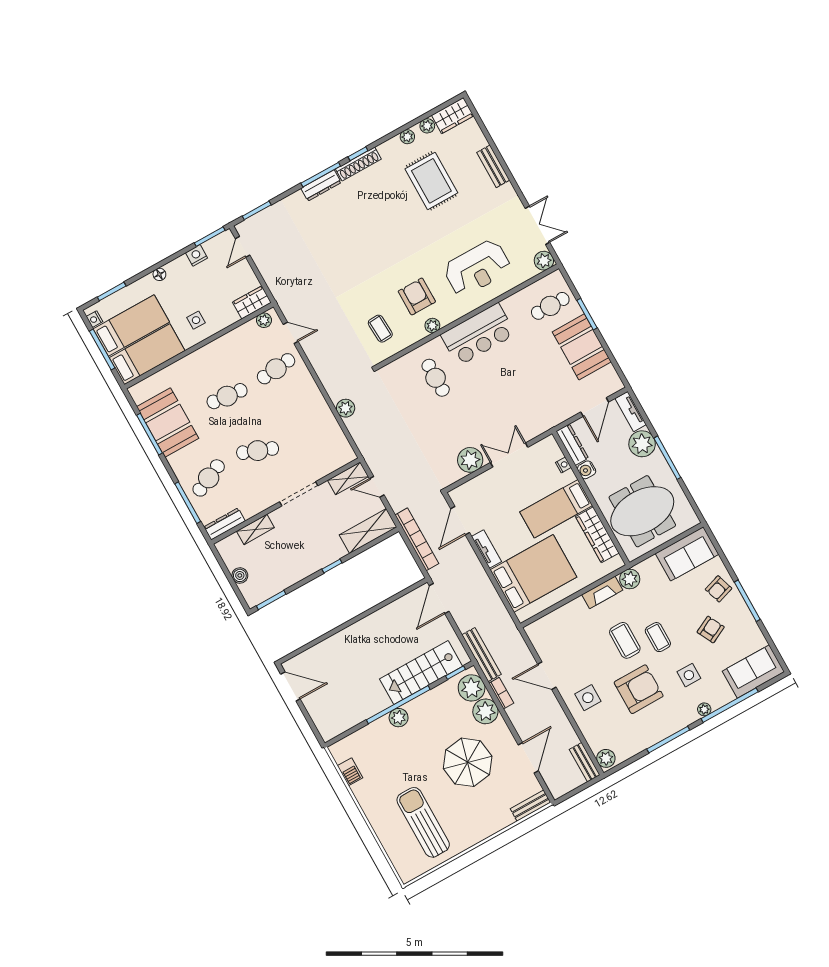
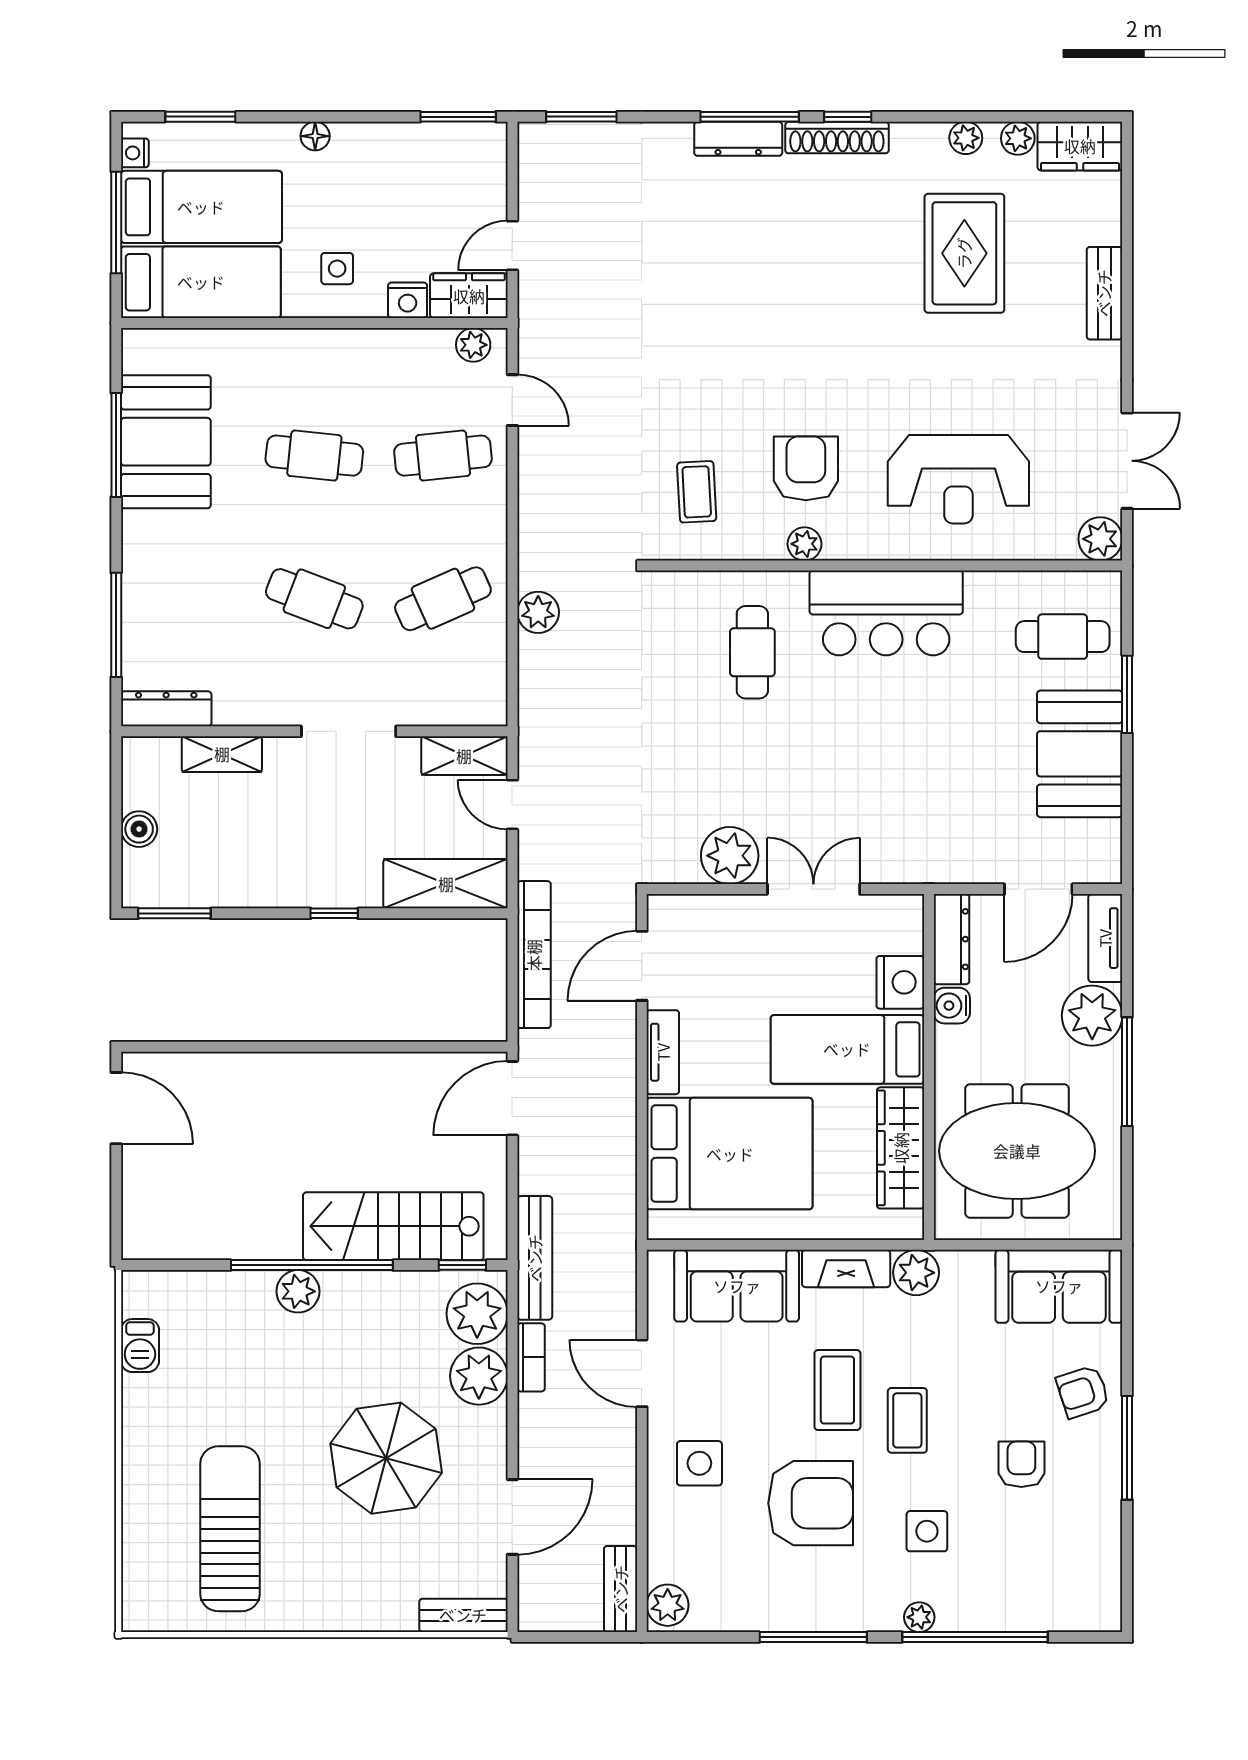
door: (243, 247) -> (512, 246), moved
nightstand: (196, 255) -> (408, 300), moved, turned 180
nightstand: (563, 465) -> (900, 982), width x1.89, depth x1.79
cafe table: (209, 478) -> (443, 599), moved
armchair: (711, 630) -> (1021, 1464), turned -63
sofa: (753, 672) -> (737, 1286), moved, turned 180

